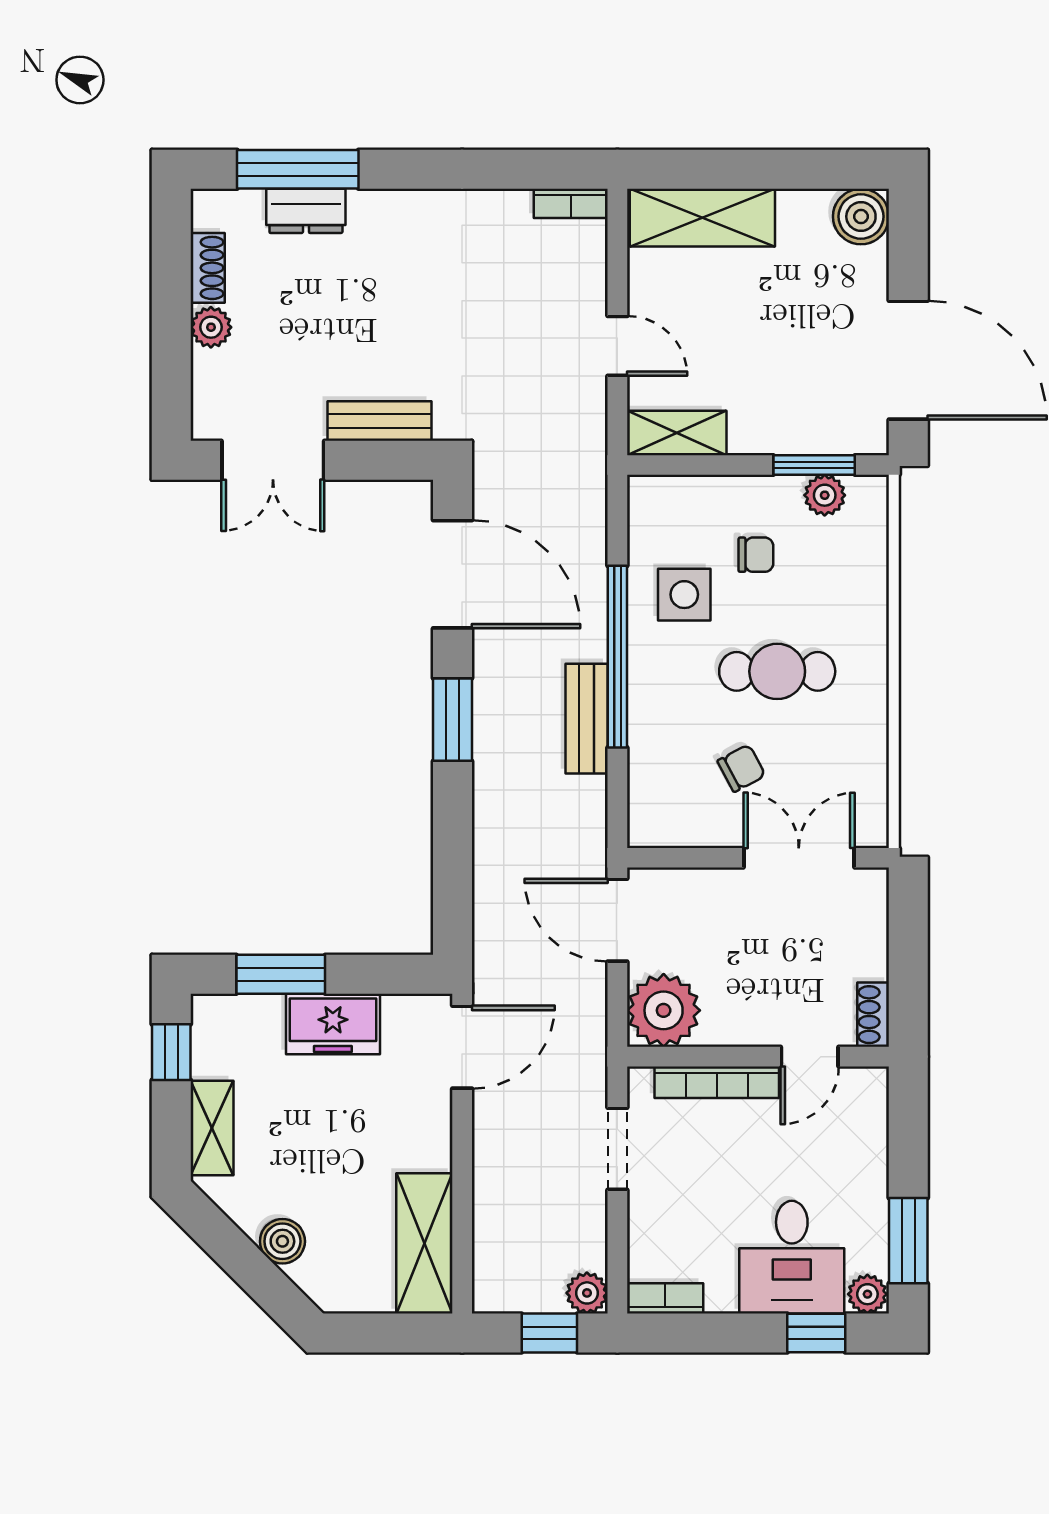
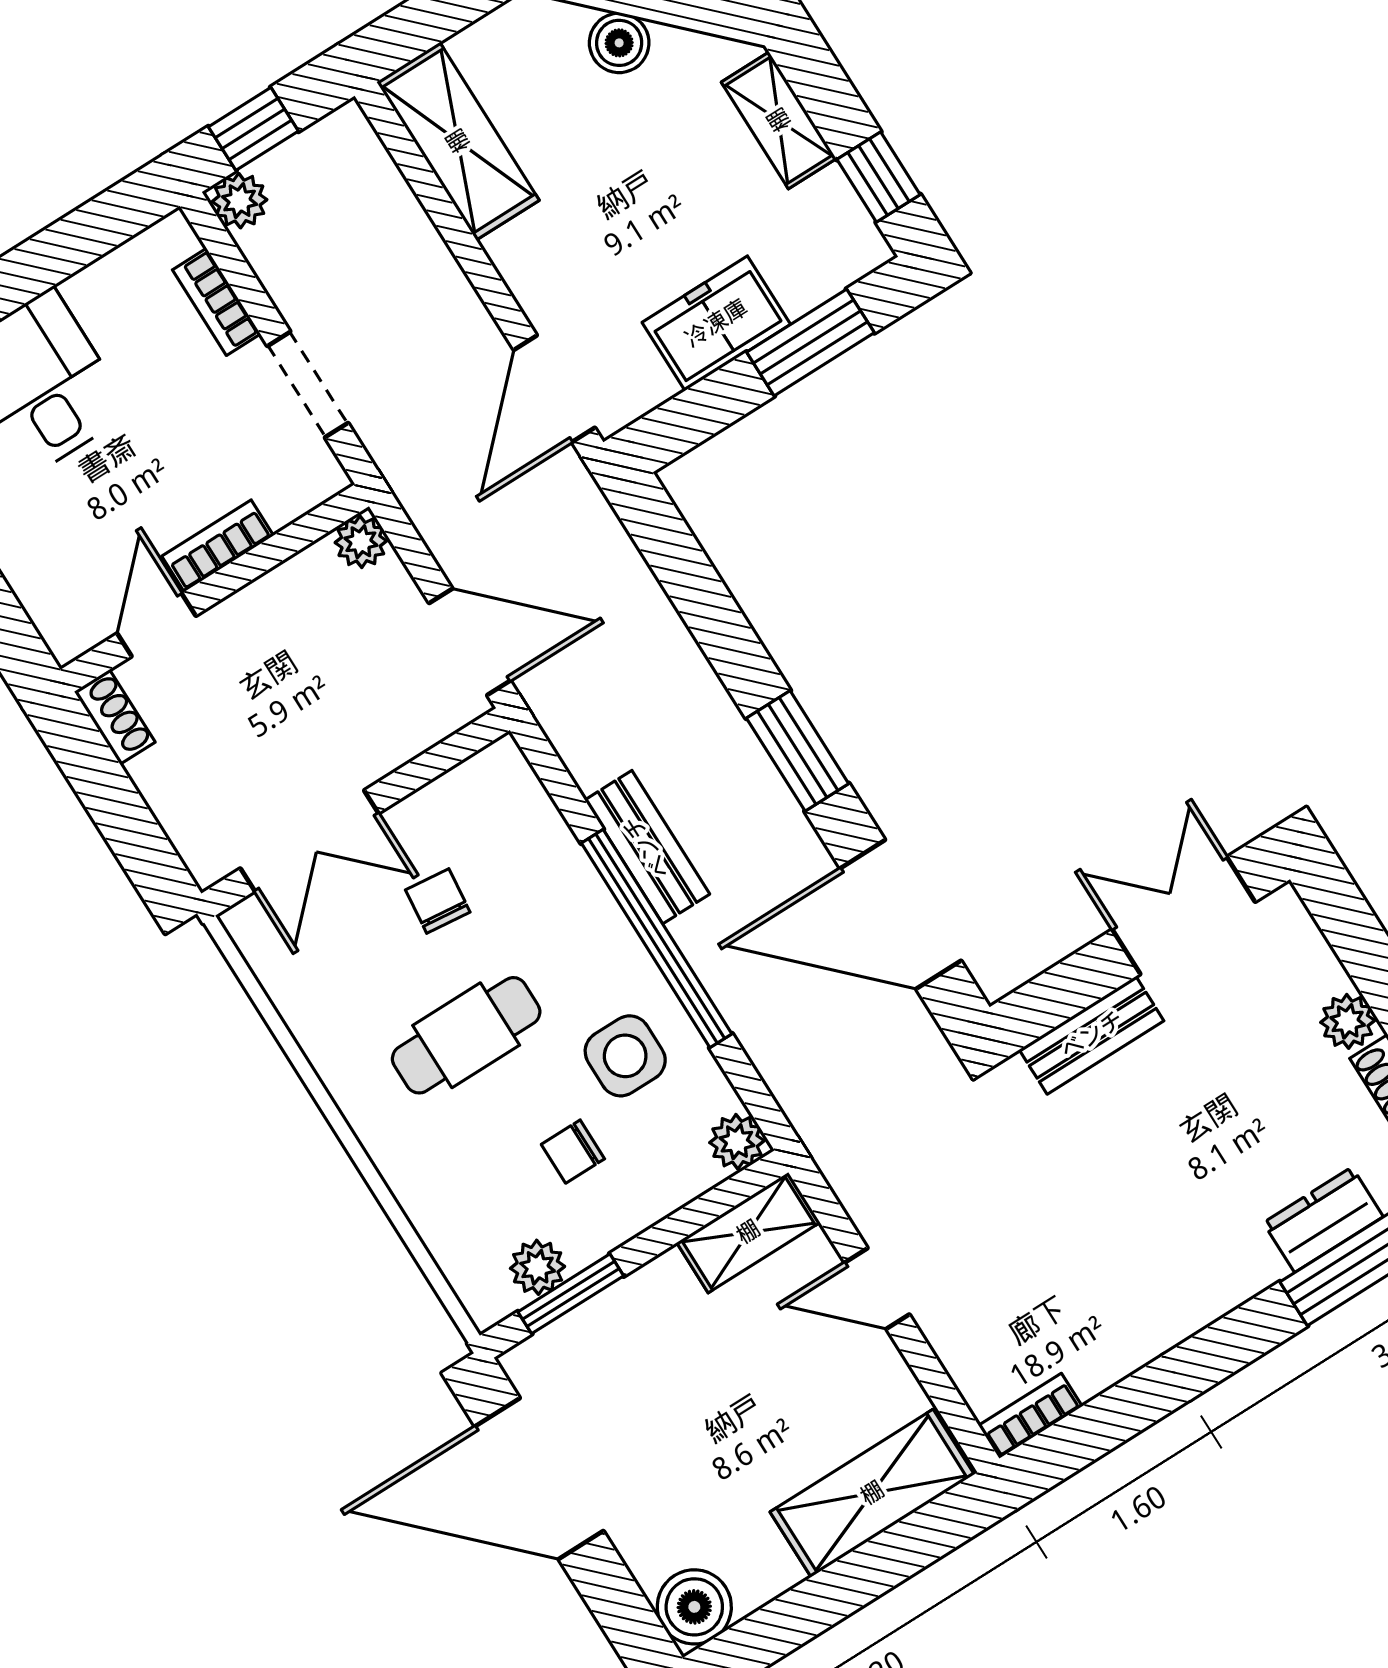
plant: (648, 495) -> (737, 1142), added
chair: (741, 768) -> (438, 901), turned 124
plant: (664, 1010) -> (361, 542), width x0.53, depth x0.53
bookcase: (717, 1082) -> (218, 546), width x0.64
bookcase: (665, 1298) -> (216, 302), moved, turned 90

